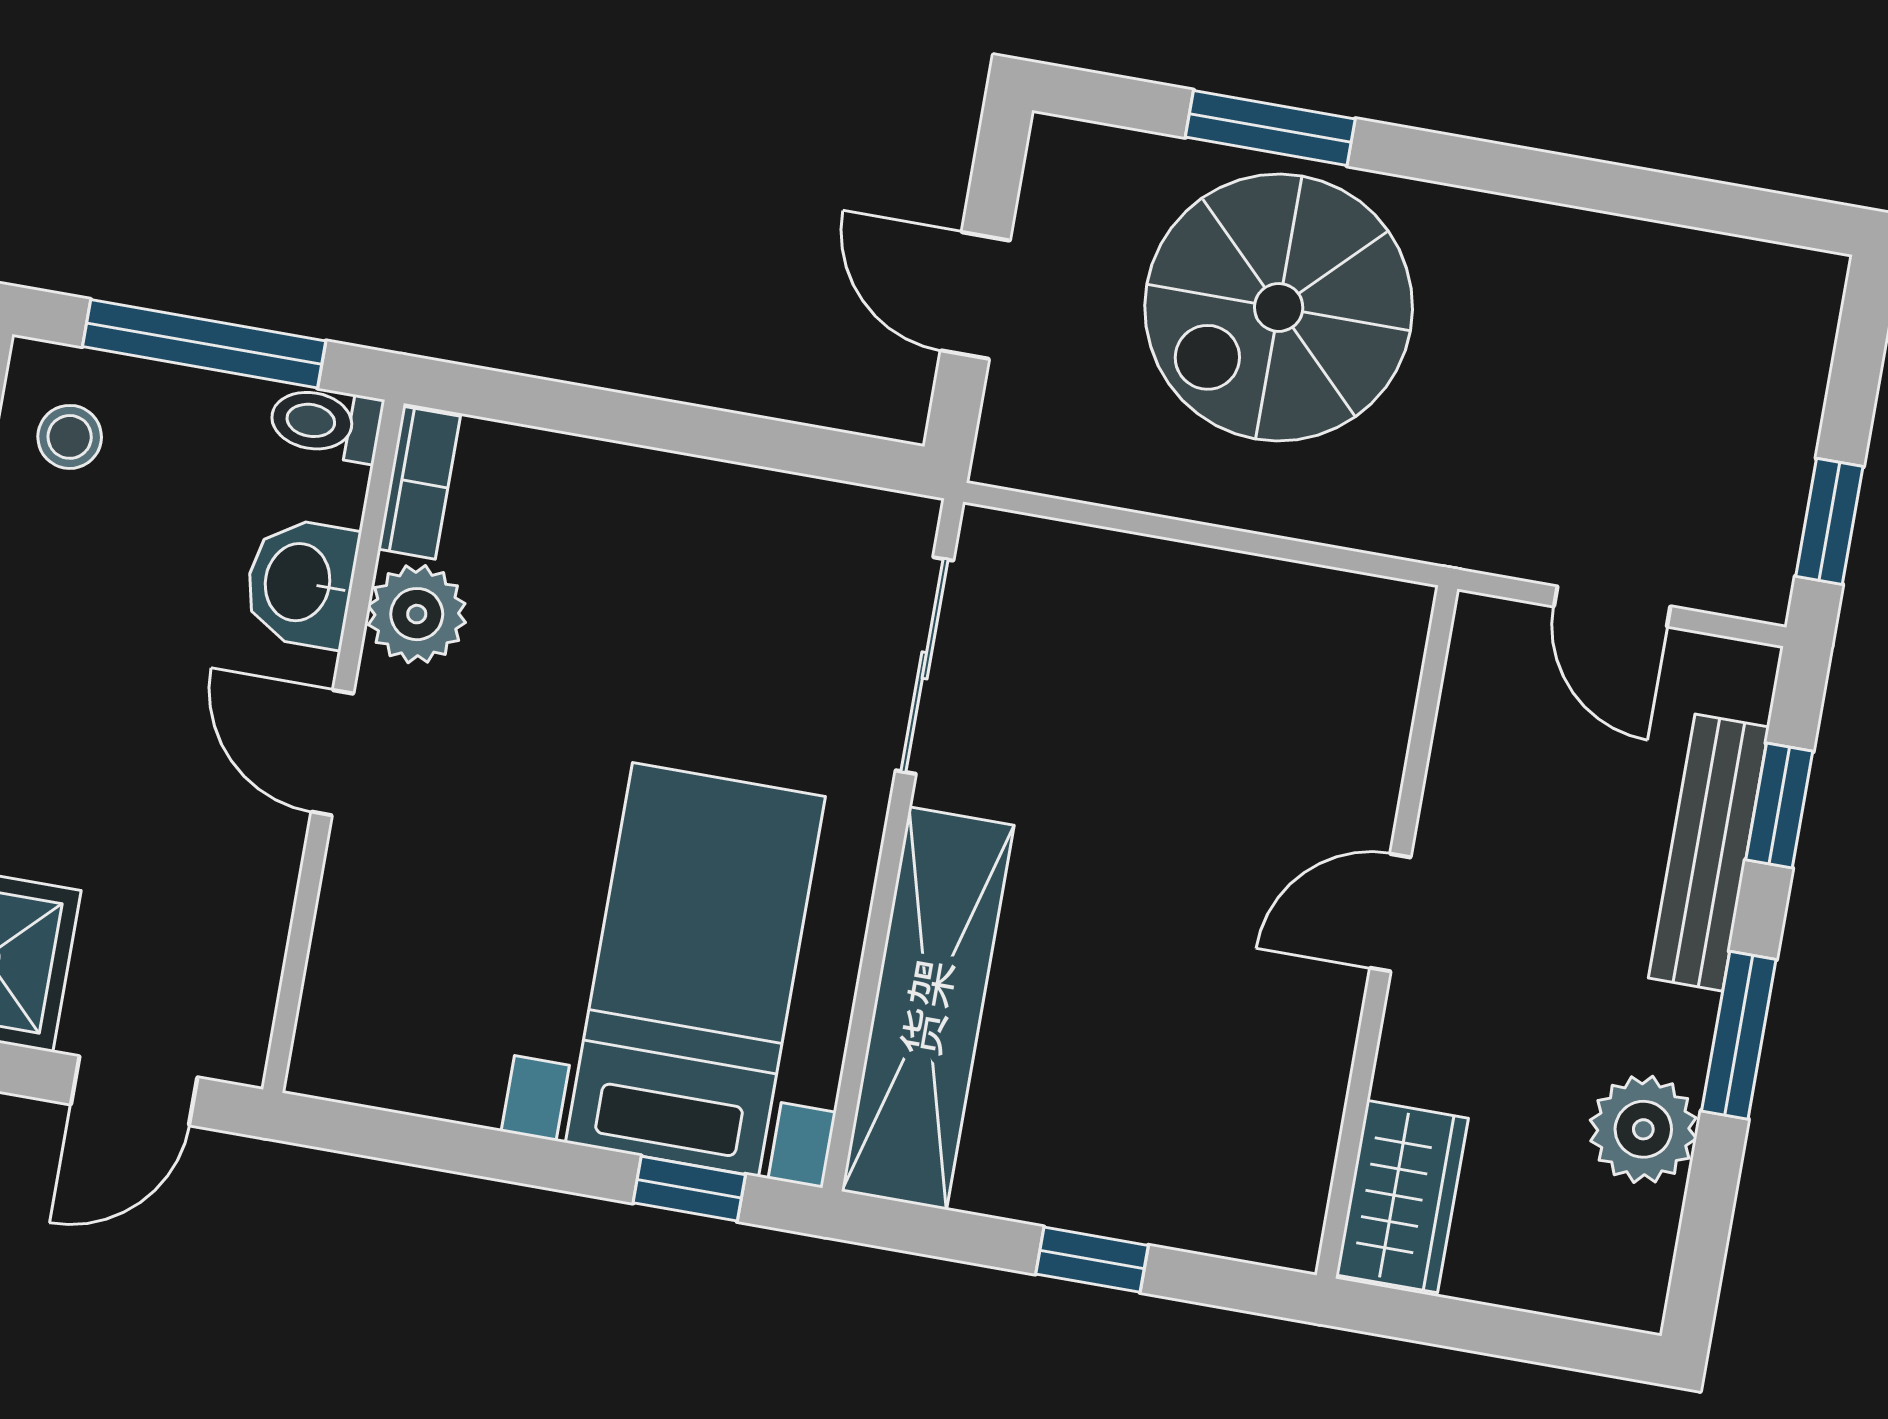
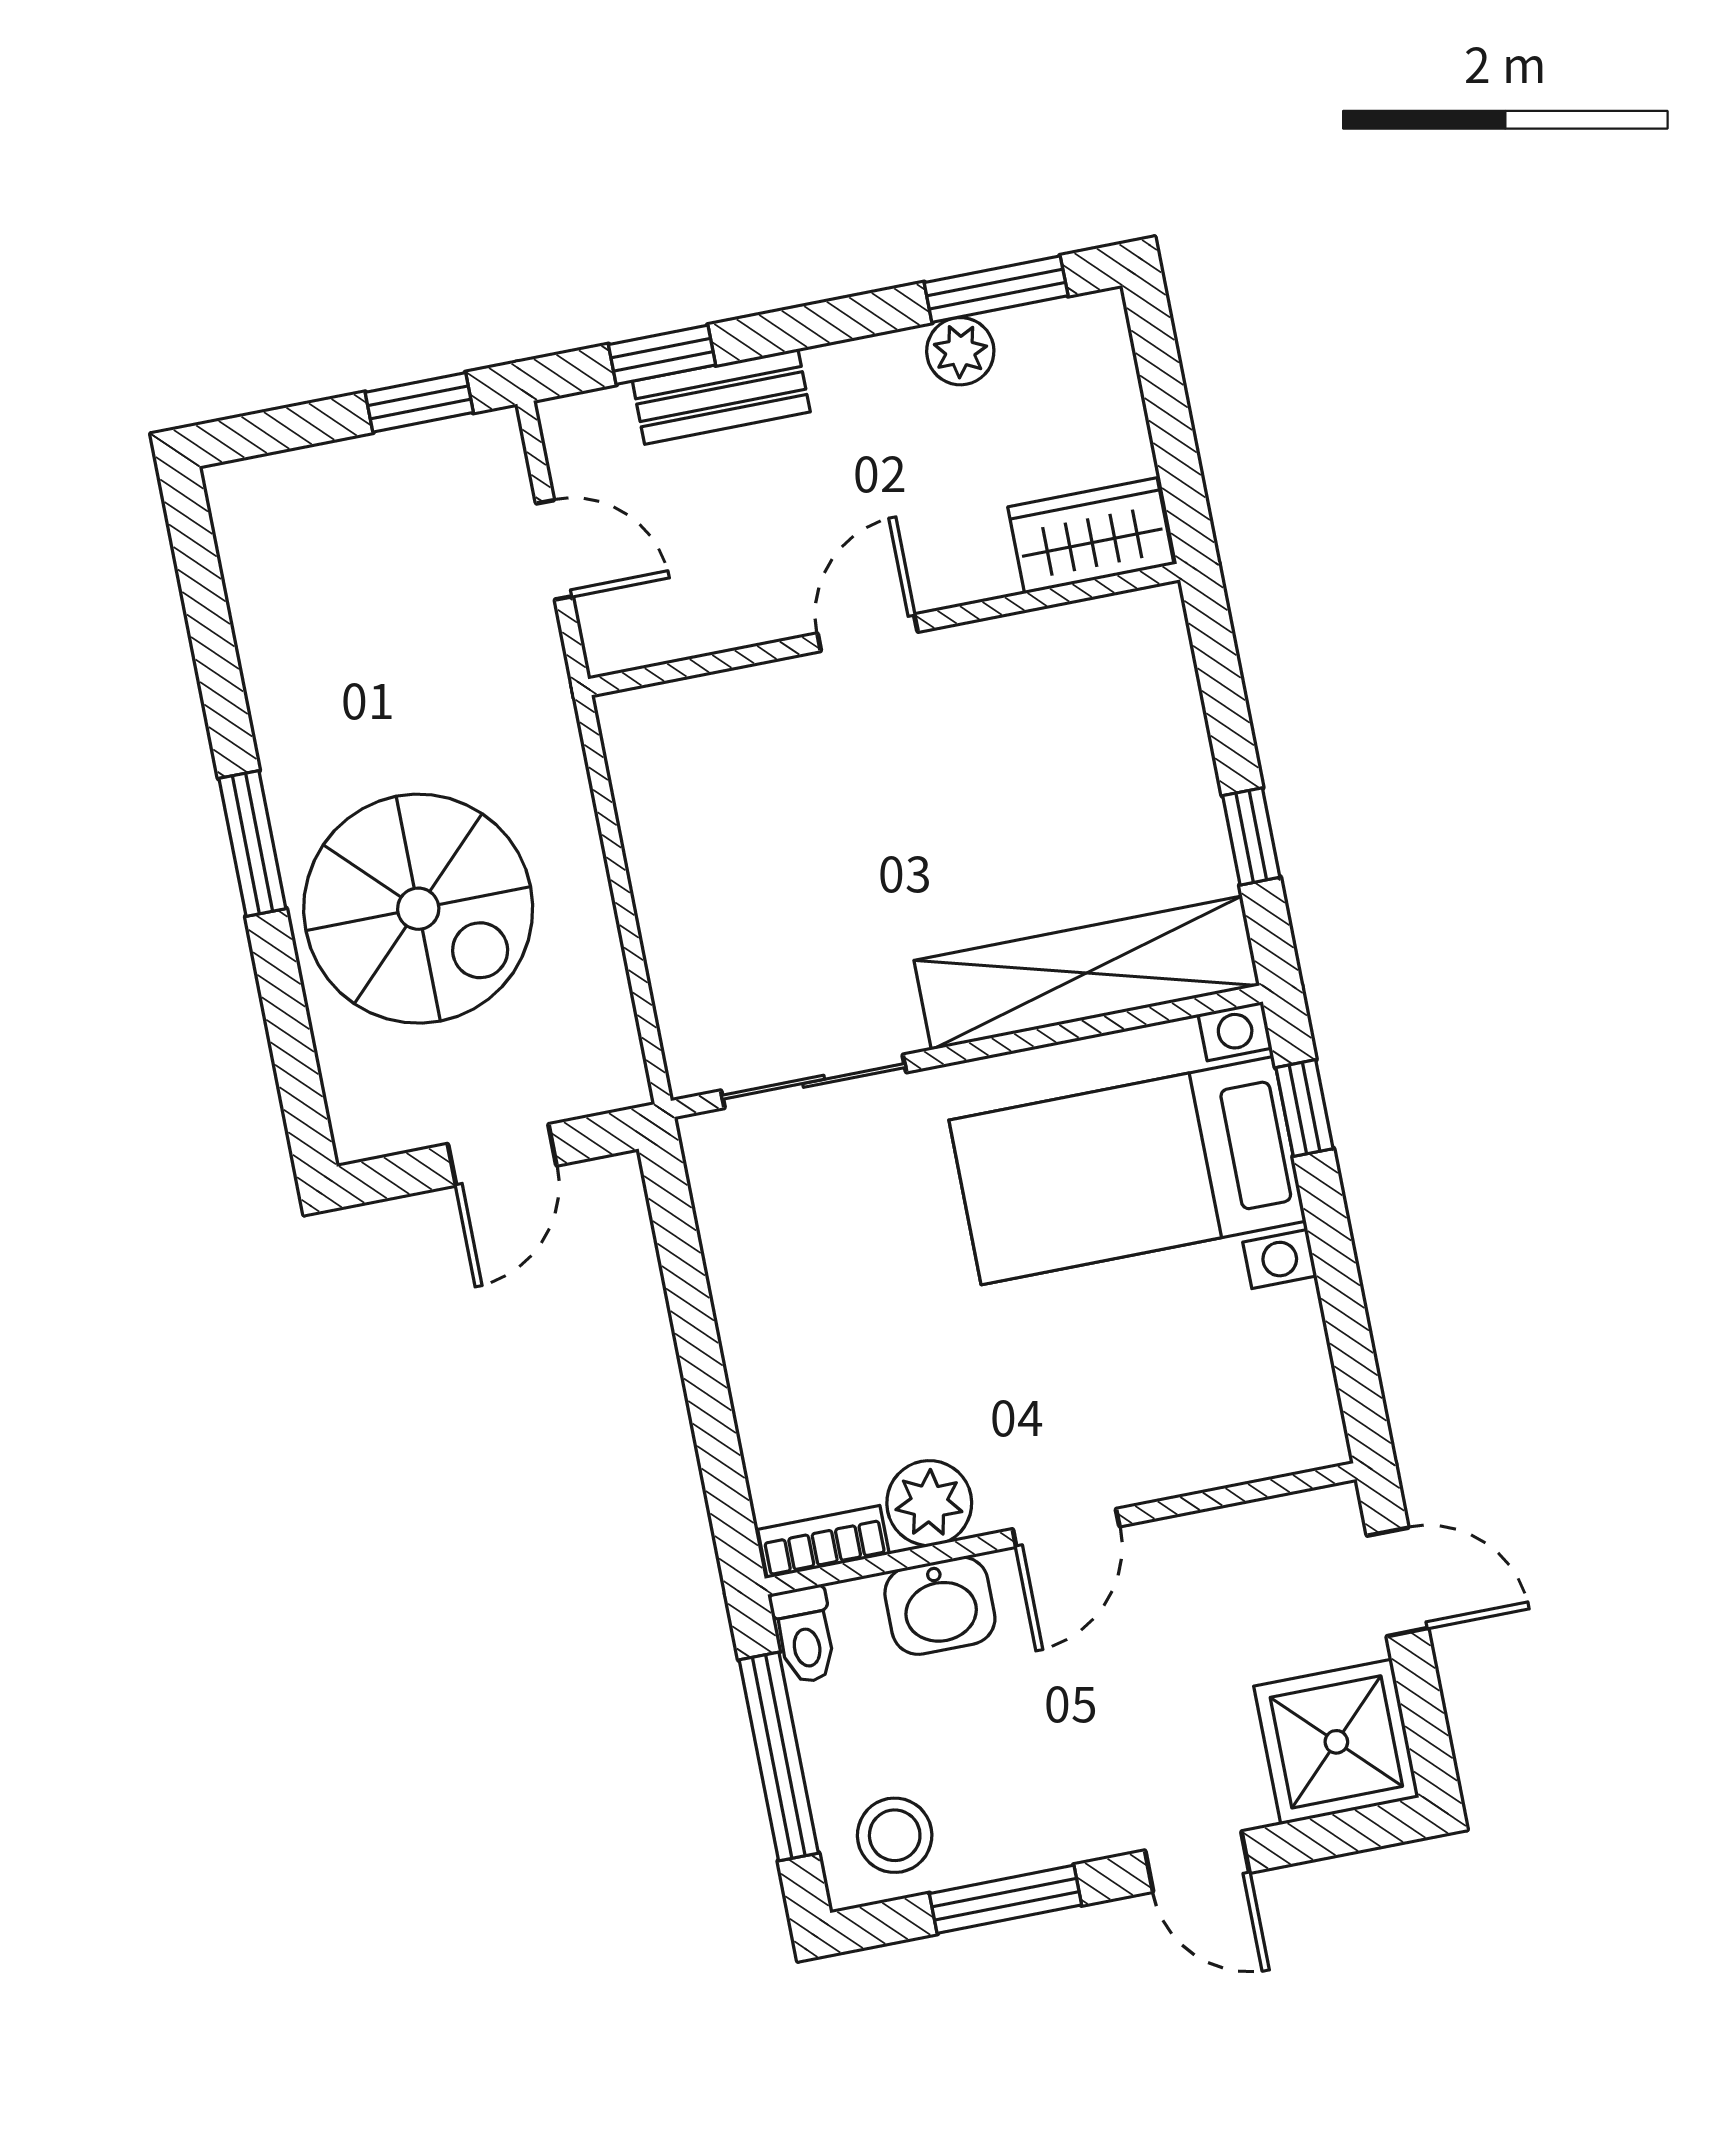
window: (1270, 128) -> (252, 844), moved
stool: (70, 437) -> (895, 1835), width x1.37, depth x1.37
door: (1612, 606) -> (554, 550), hinge flipped
bench: (1709, 853) -> (721, 397), width x0.73
door: (1390, 913) -> (868, 633), swing flipped
window: (1739, 1035) -> (996, 289), moved
plant: (1643, 1129) -> (960, 351), width x0.73, depth x0.73
window: (1092, 1260) -> (1251, 836), moved

